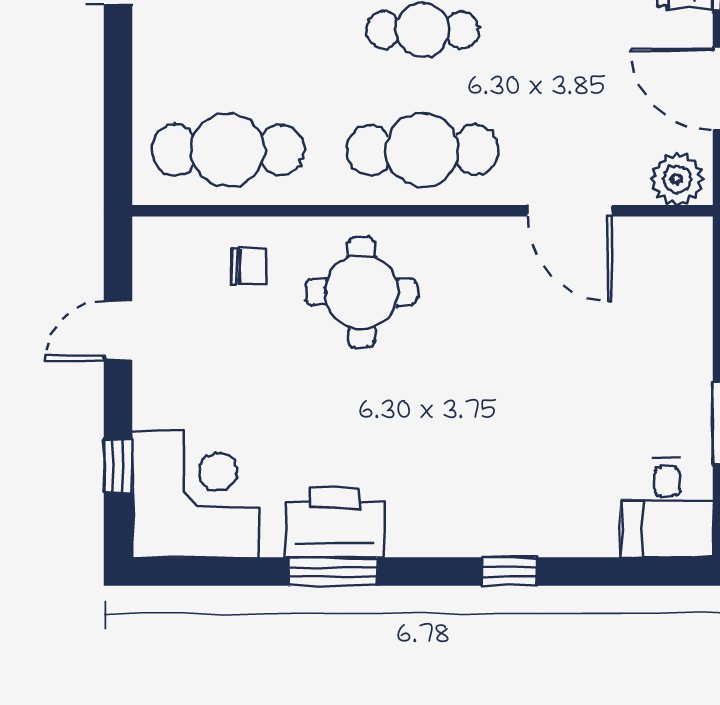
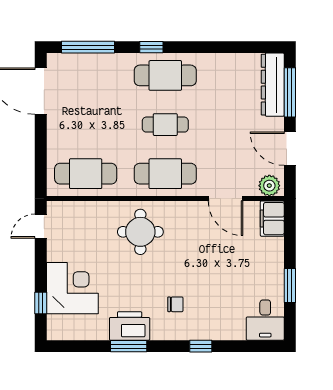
filing cabinet: (684, 260) -> (272, 219), added
chair: (249, 266) -> (175, 304), moved
door: (118, 331) -> (41, 226), moved
corner desk: (195, 495) -> (72, 288), moved

